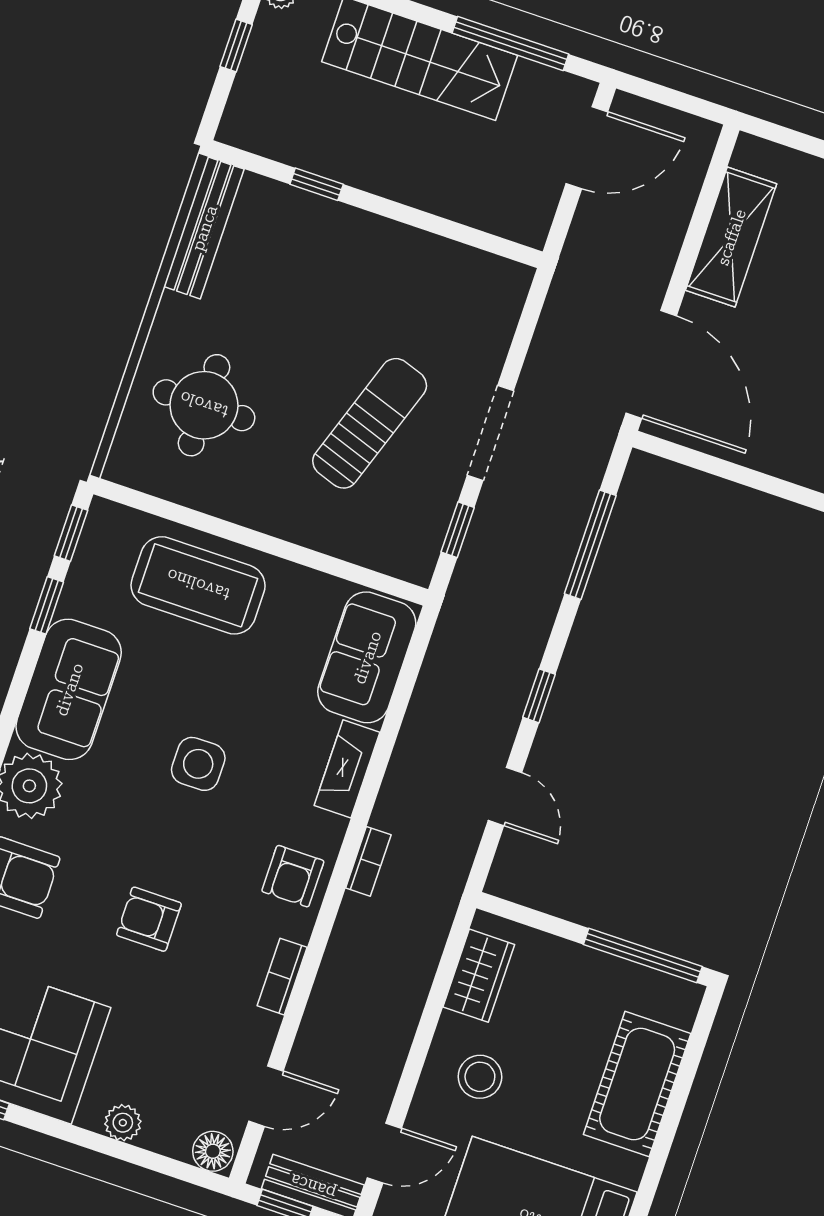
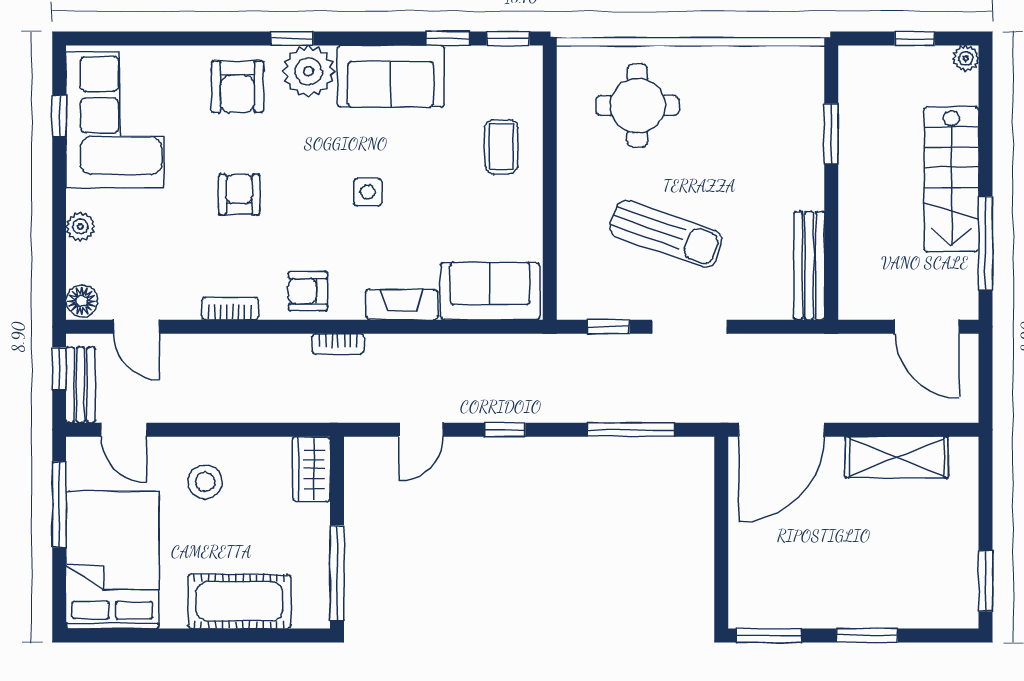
window: (317, 184) -> (831, 134), width x1.50
bench: (204, 228) -> (809, 266), moved, turned 90
coffee table: (198, 585) -> (501, 147), width x0.54, depth x0.58
side table: (198, 764) -> (368, 192), width x0.73, depth x0.73
wardrobe: (479, 976) -> (311, 469), moved, turned 90

